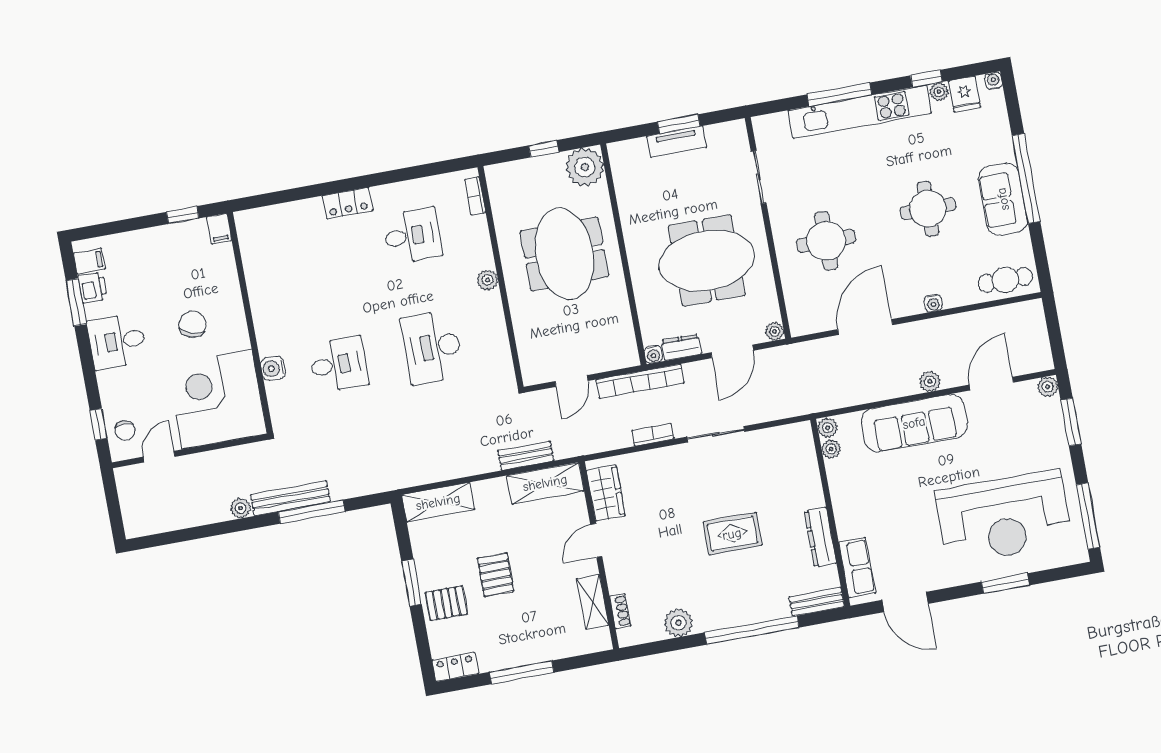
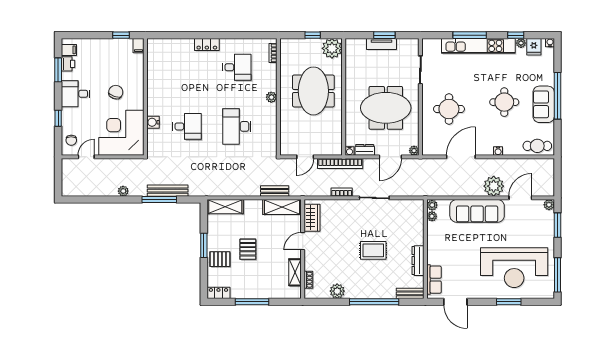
plant: (930, 381) -> (494, 186), width x1.87, depth x1.87
window: (99, 424) -> (58, 118), moved
bench: (290, 498) -> (168, 191), moved

